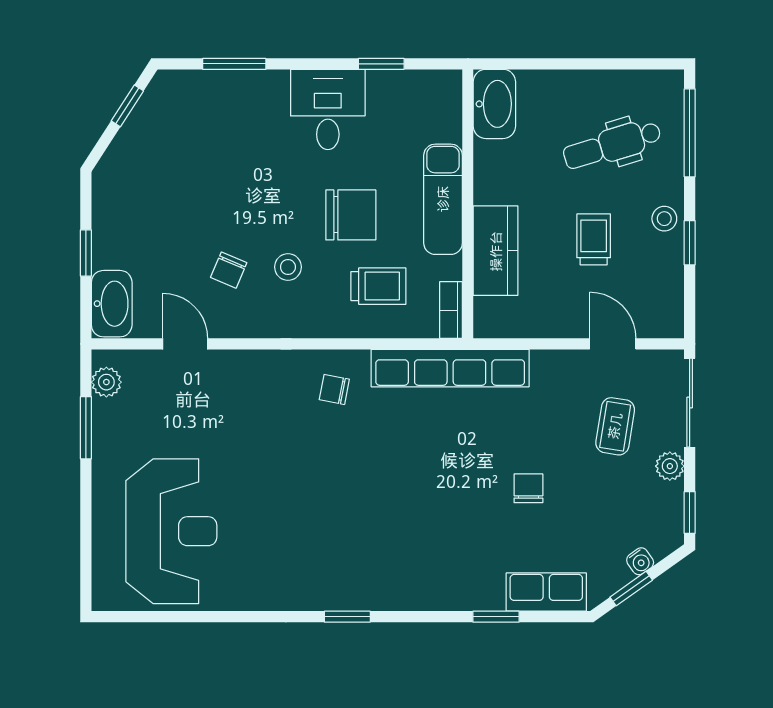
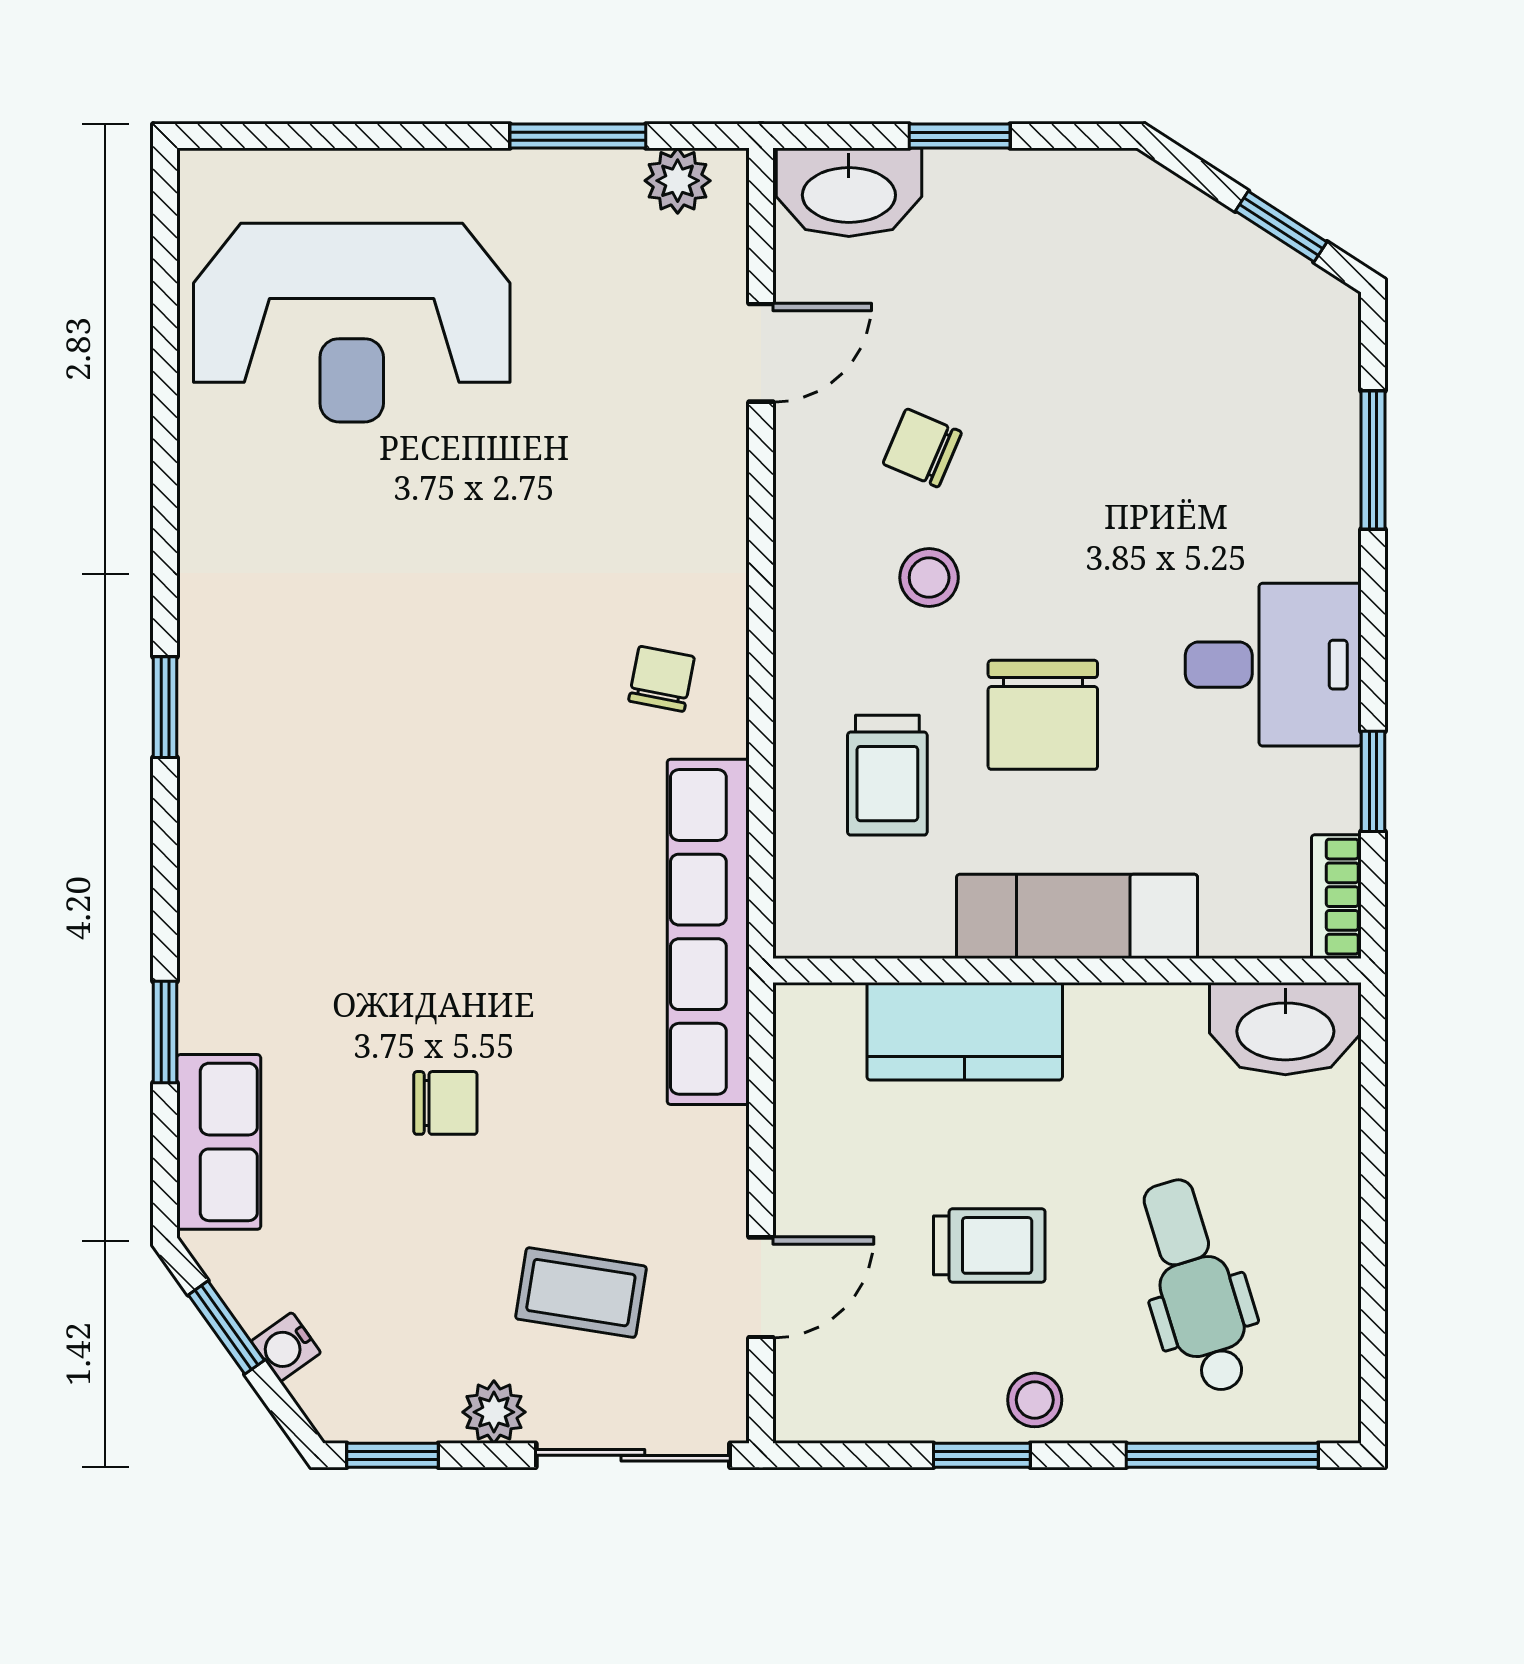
bookcase: (451, 310) -> (1336, 897), moved, turned -90

